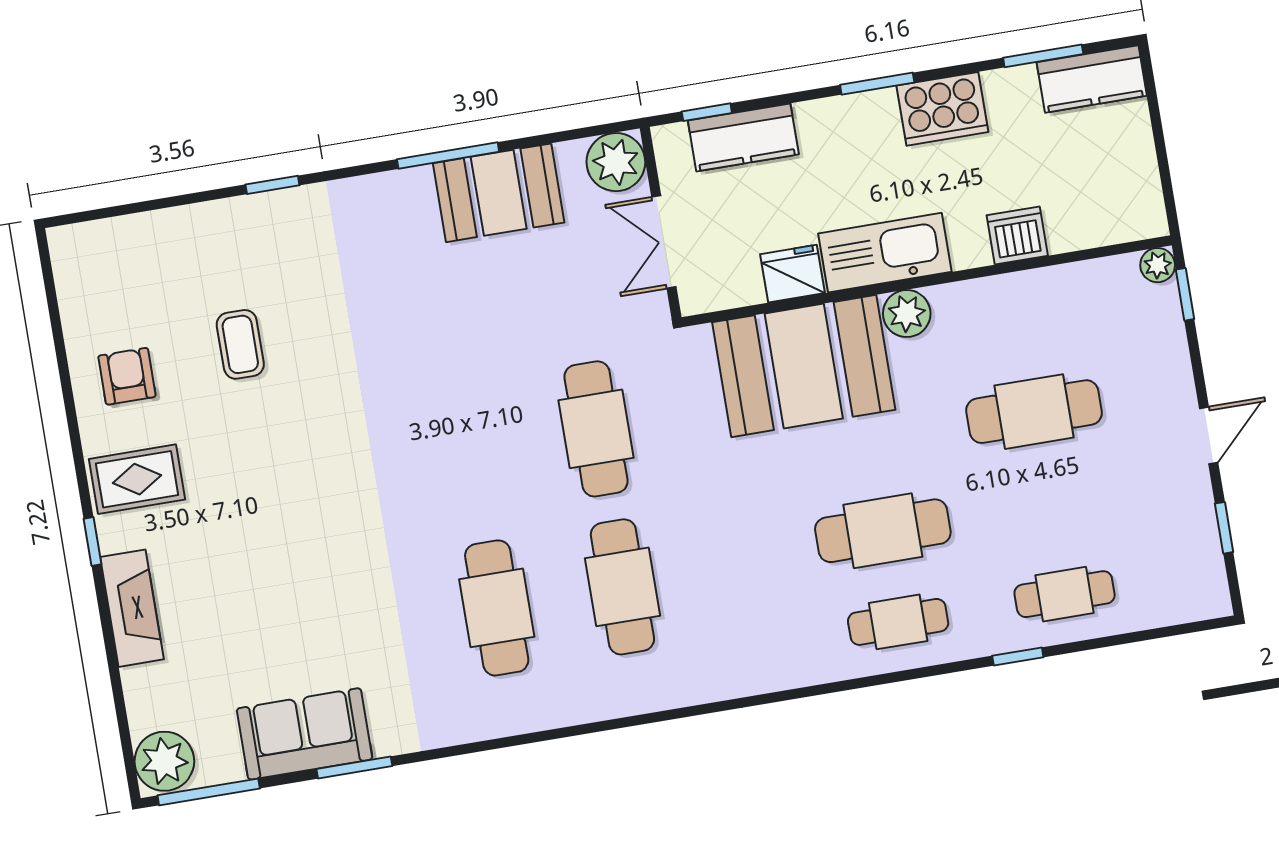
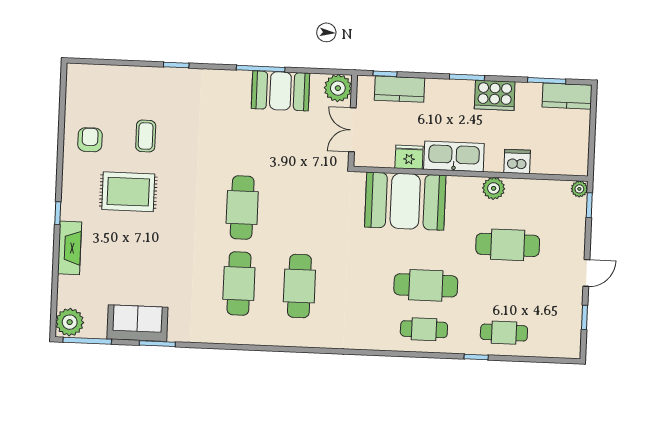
plant: (907, 314) -> (494, 188), moved
cafe table: (596, 429) -> (242, 208), moved
rug: (137, 479) -> (128, 192), moved, width x1.36, depth x1.43

